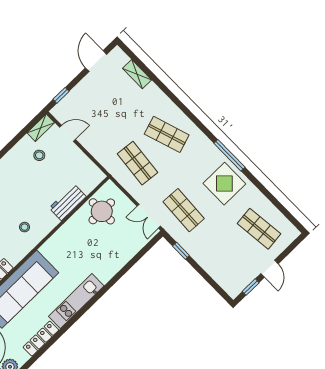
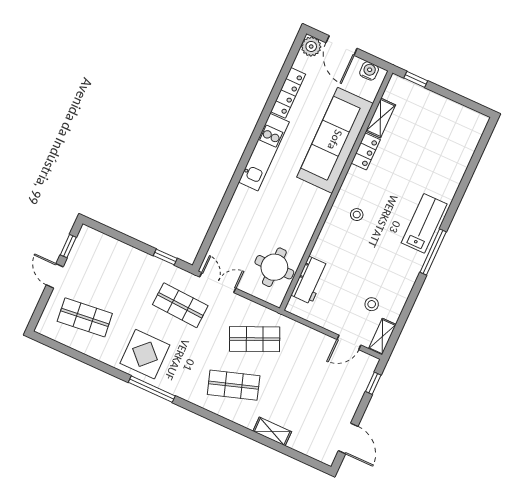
shelving: (137, 74) -> (272, 431), moved
shop shelf: (138, 163) -> (255, 339), turned -30
workbench: (68, 202) -> (310, 280), moved

